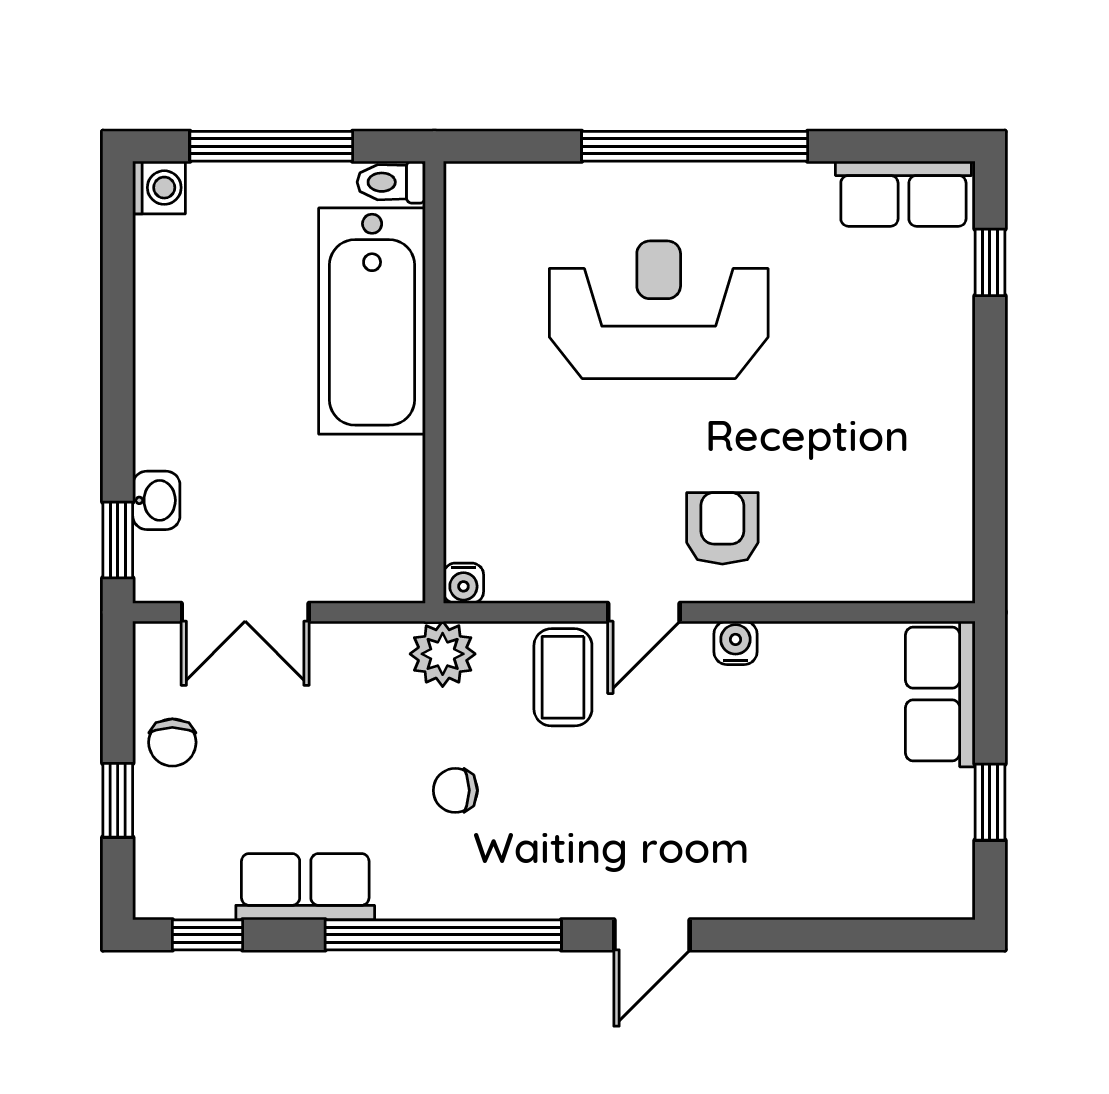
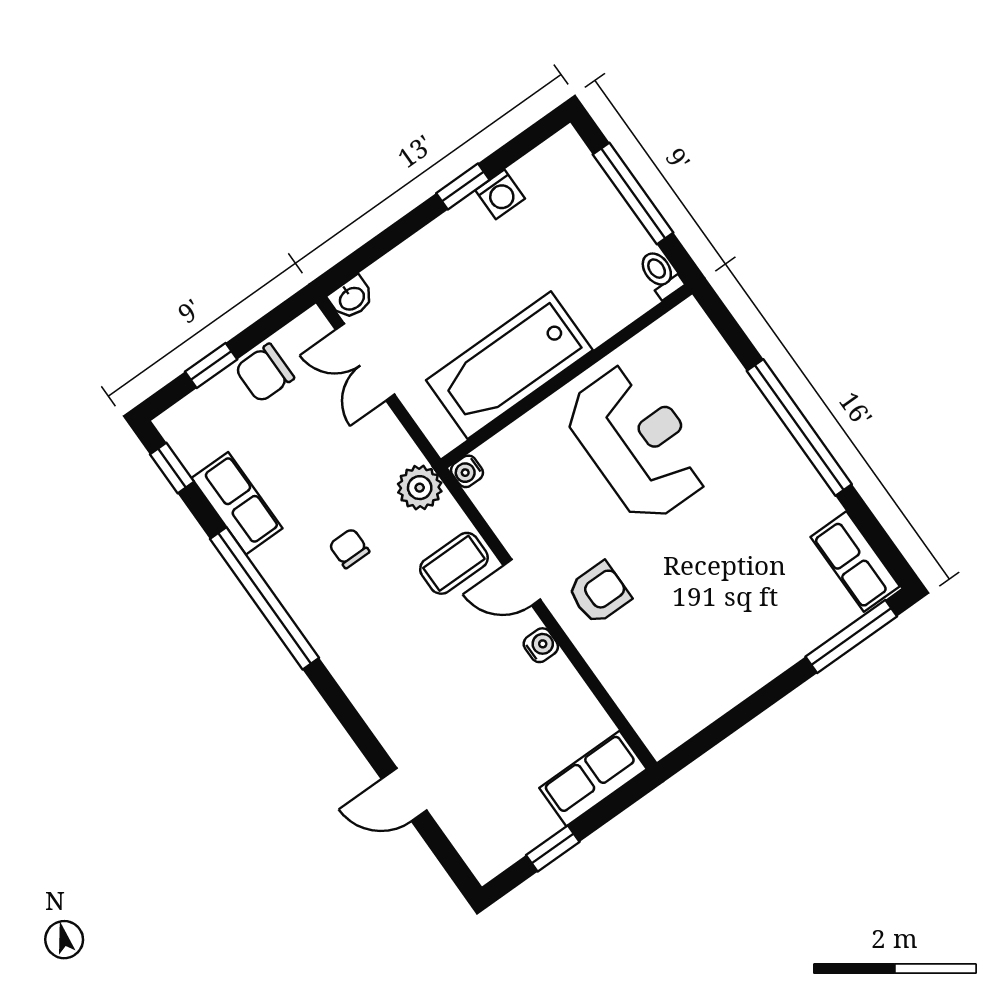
washing machine: (159, 188) -> (500, 194), moved
window: (990, 262) -> (851, 636), width x2.17
reception desk: (659, 310) -> (638, 442), moved
bathtub: (372, 321) -> (509, 365), moved
washbasin: (156, 500) -> (351, 298), moved
window: (118, 540) -> (463, 187), moved
chair: (172, 742) -> (265, 373), width x1.37, depth x1.37
door: (652, 935) -> (404, 795), moved

